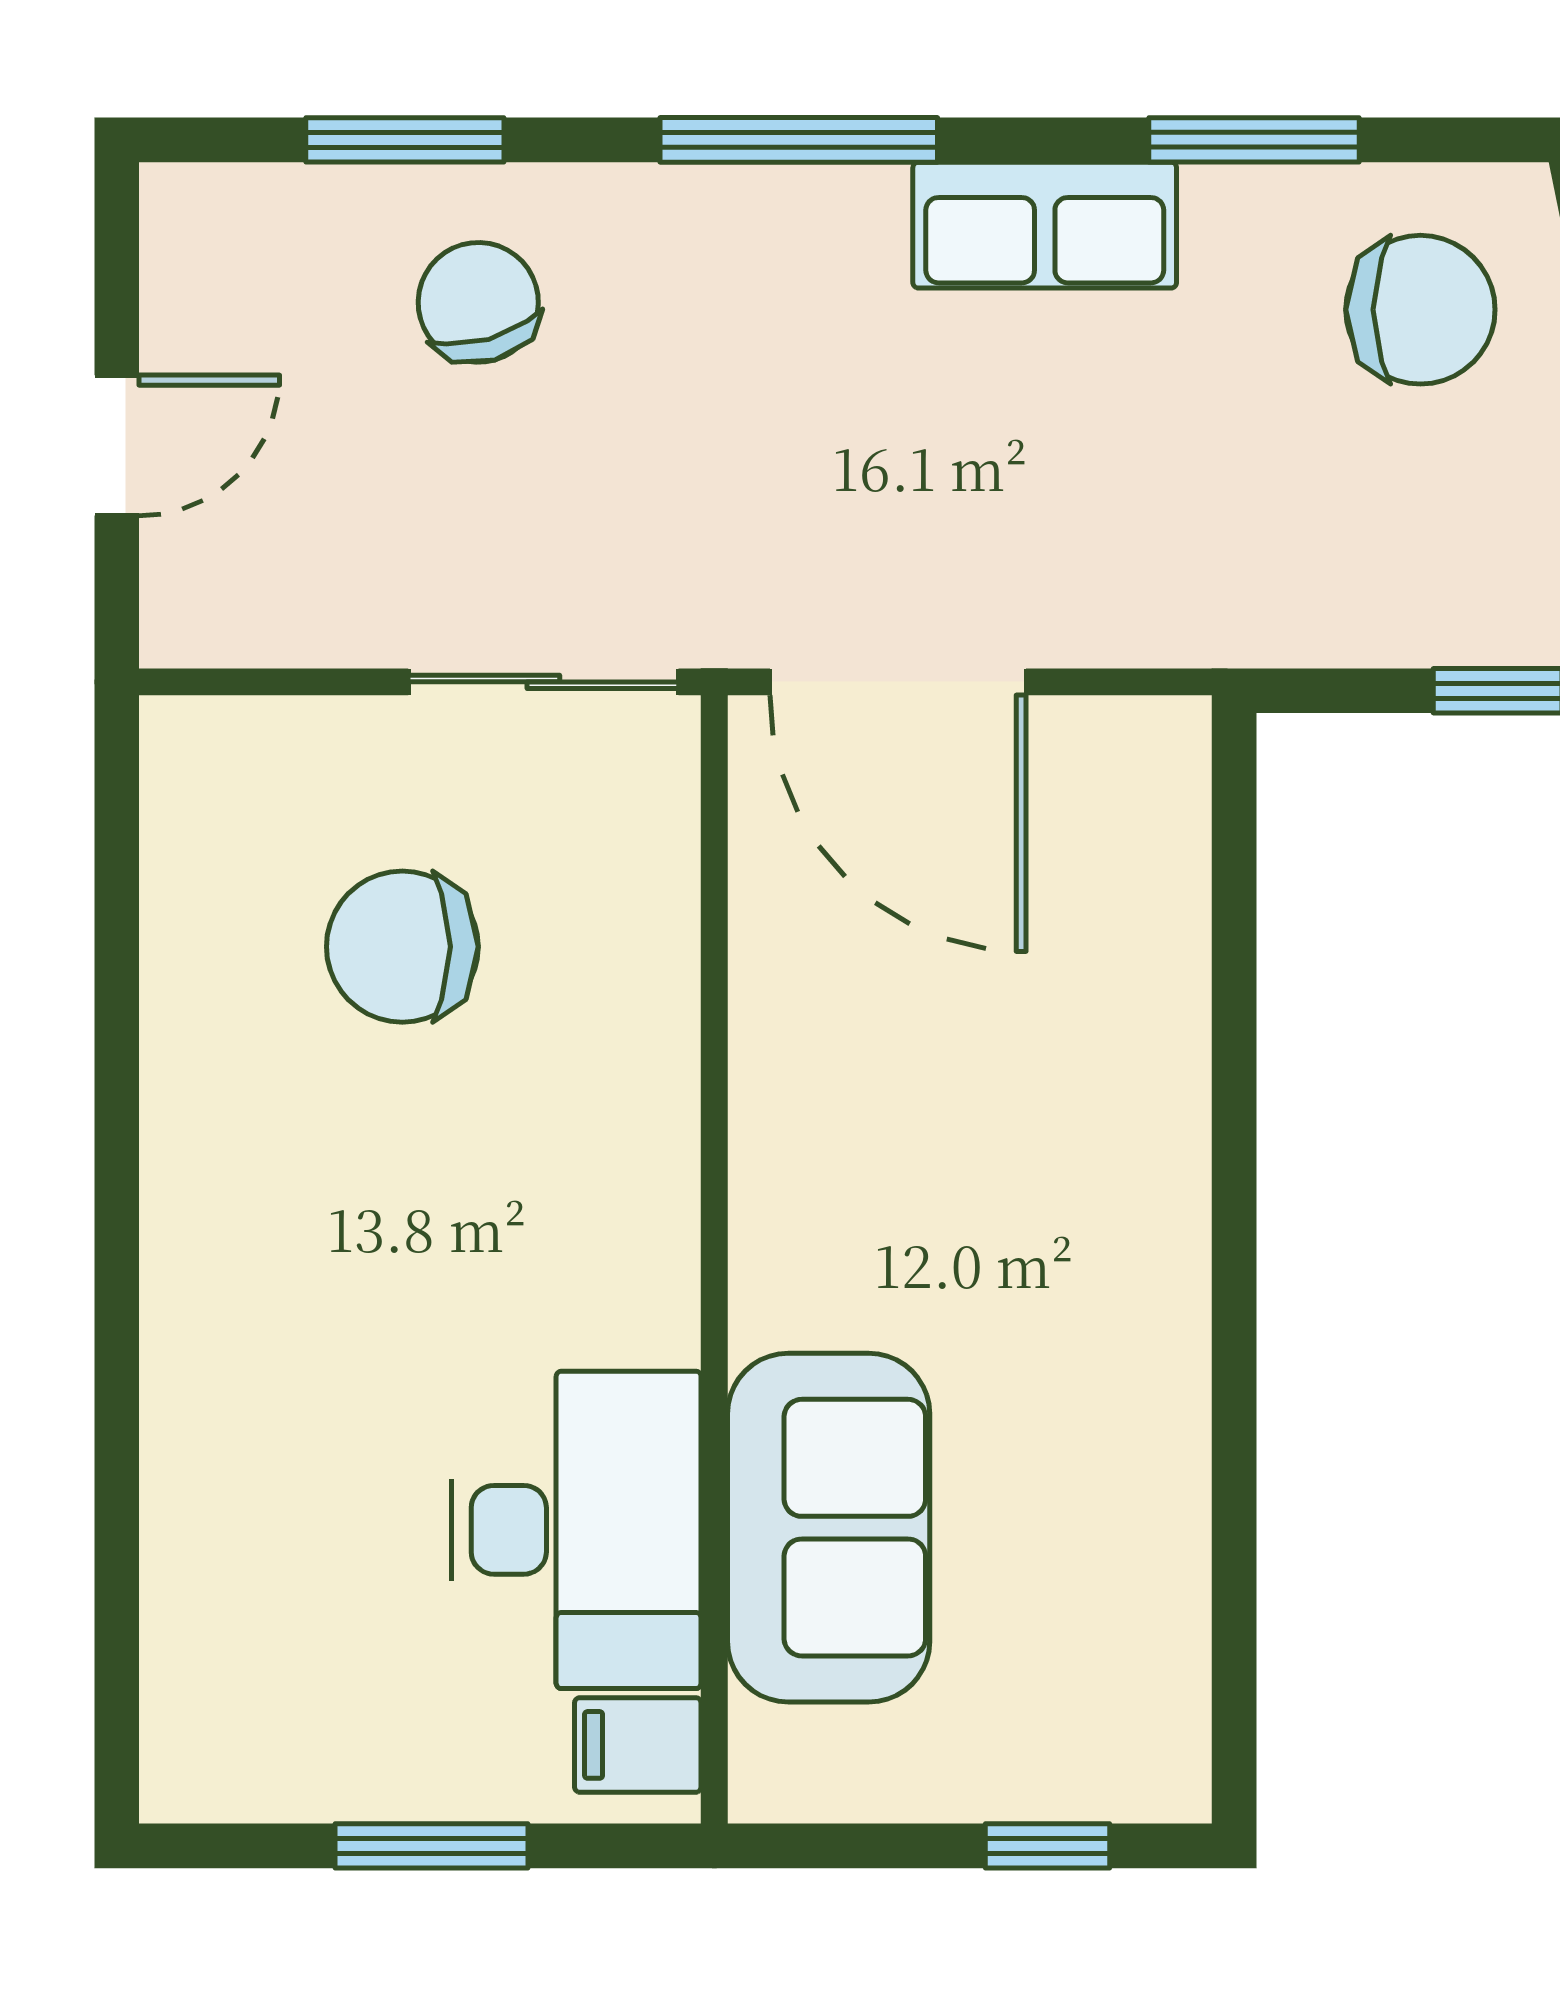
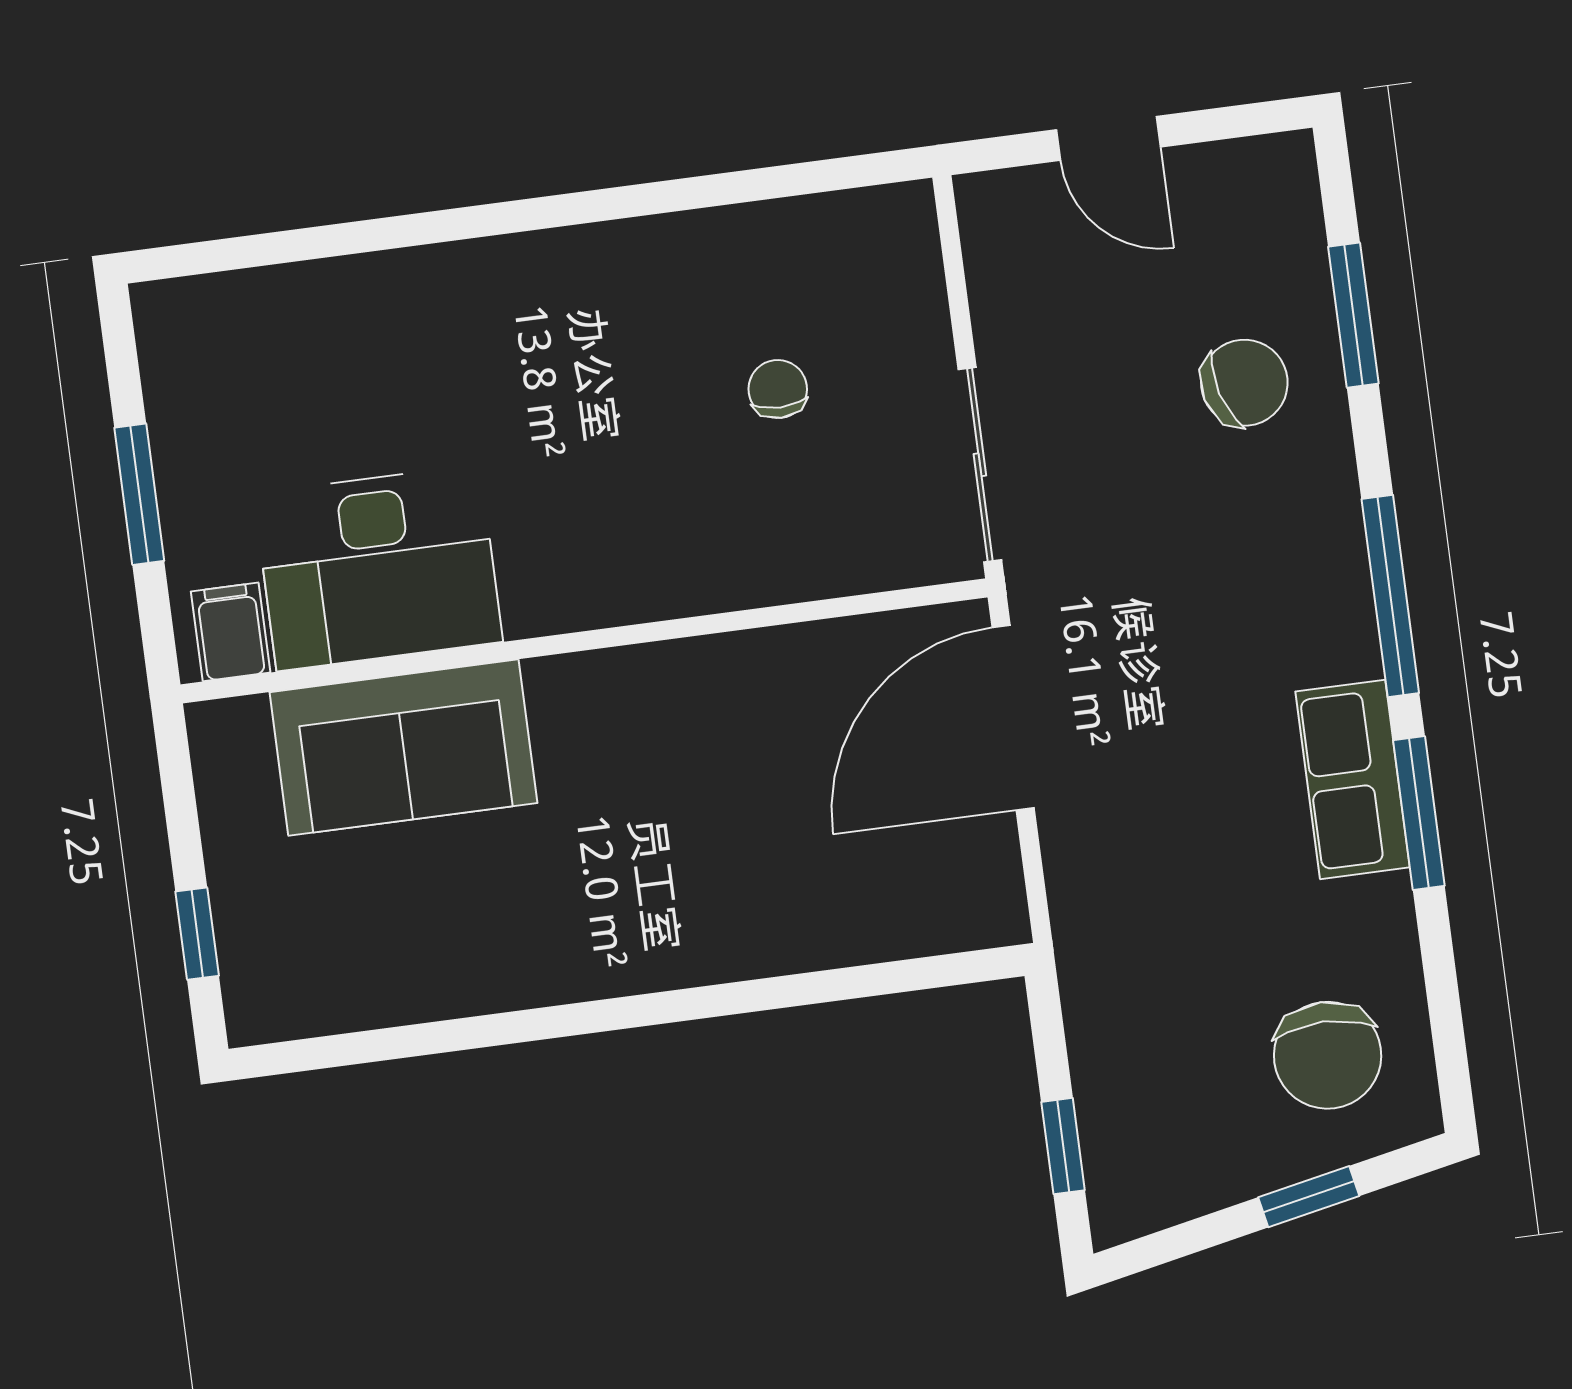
window: (1254, 140) -> (1419, 813), moved
chair: (402, 947) -> (778, 389), width x0.54, depth x0.54

